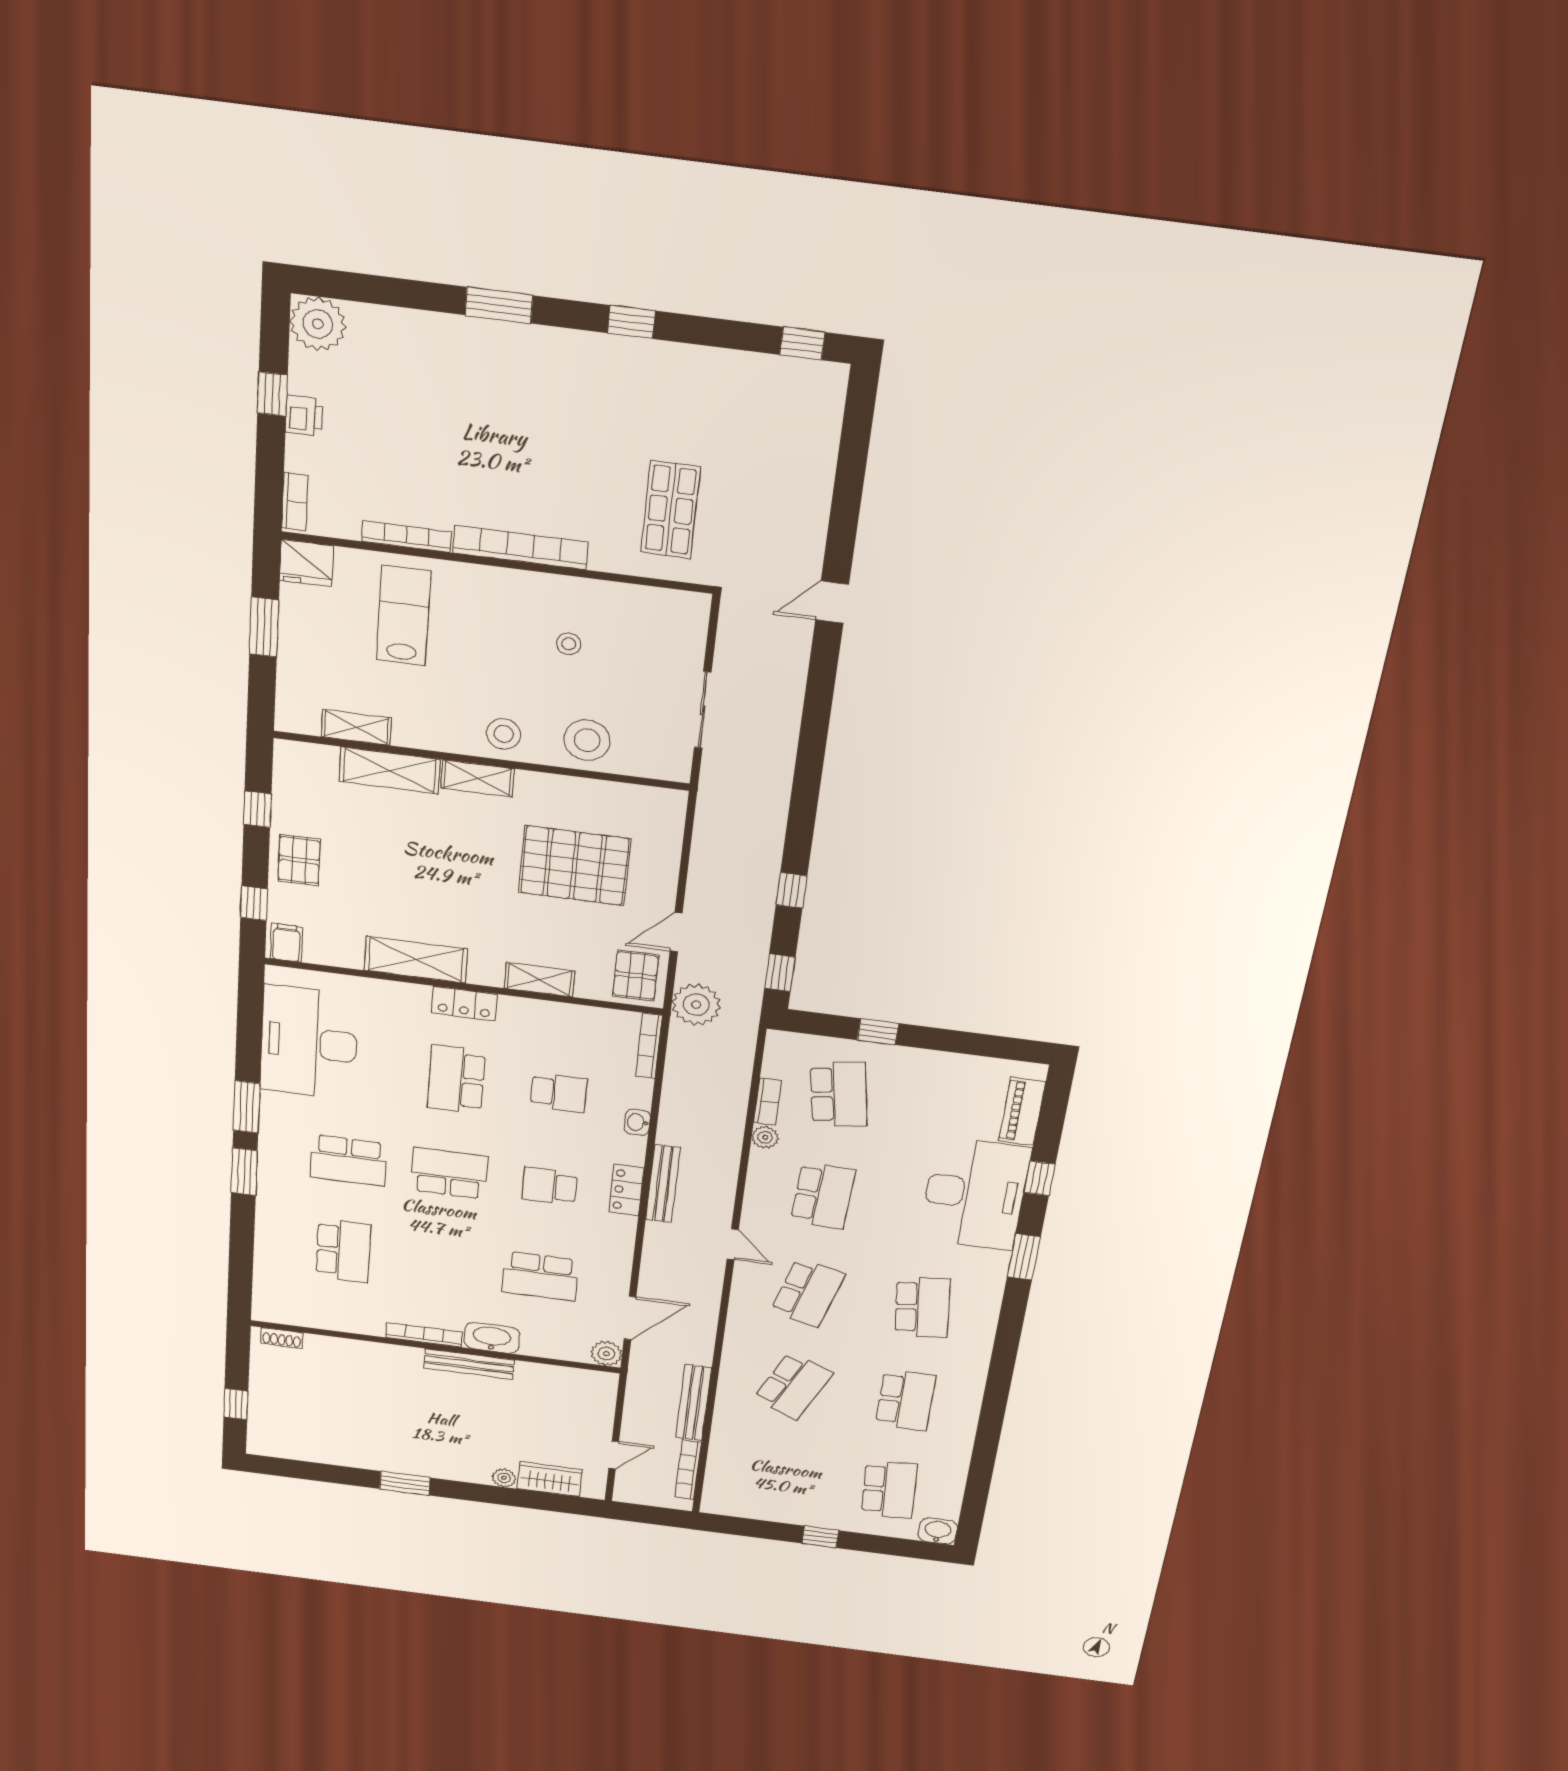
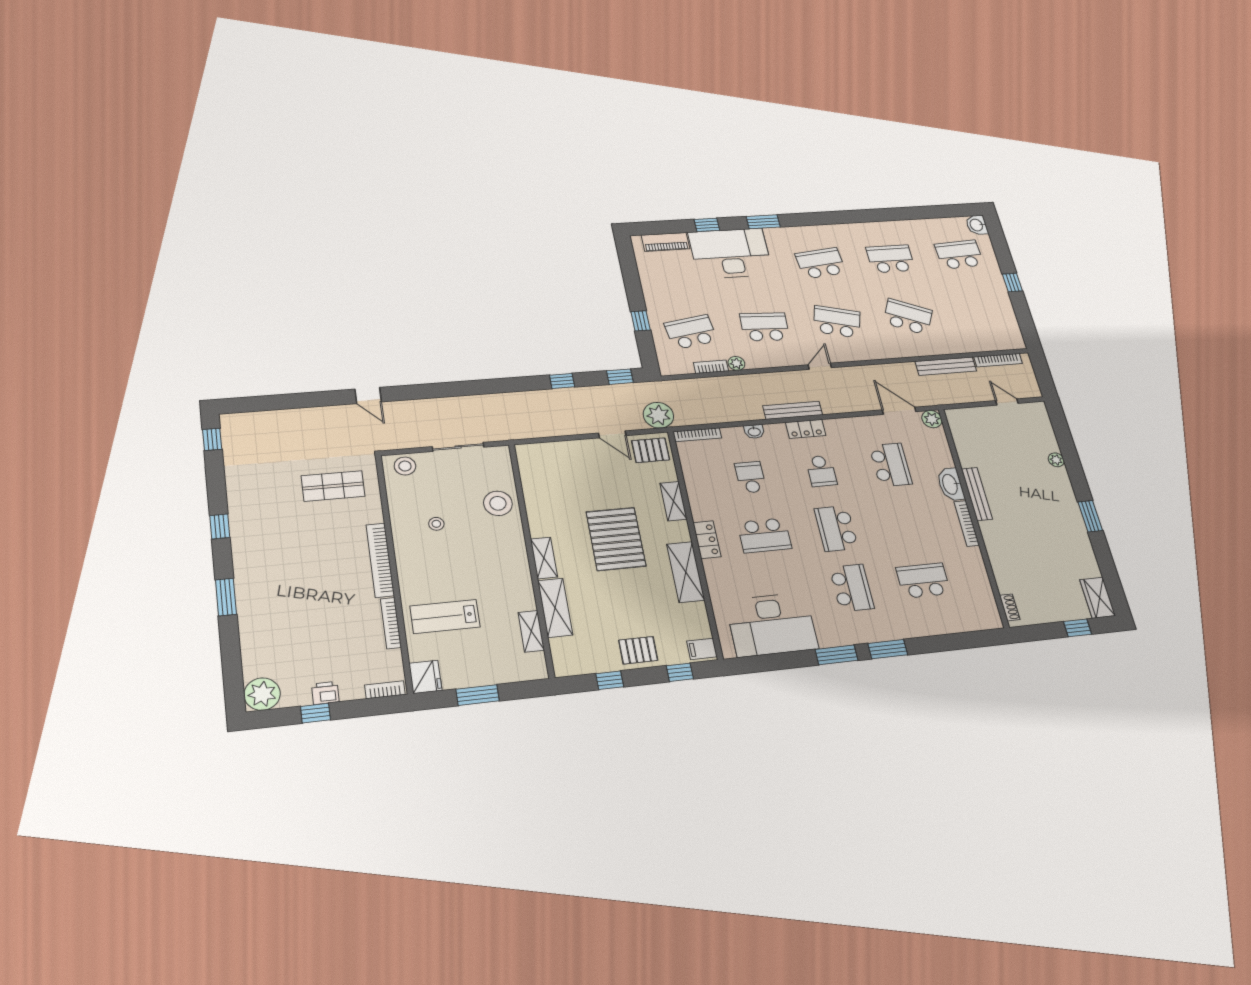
stool: (504, 734) -> (405, 466), moved
pallet: (575, 866) -> (616, 539), moved
wardrobe: (550, 1479) -> (1098, 598), moved

